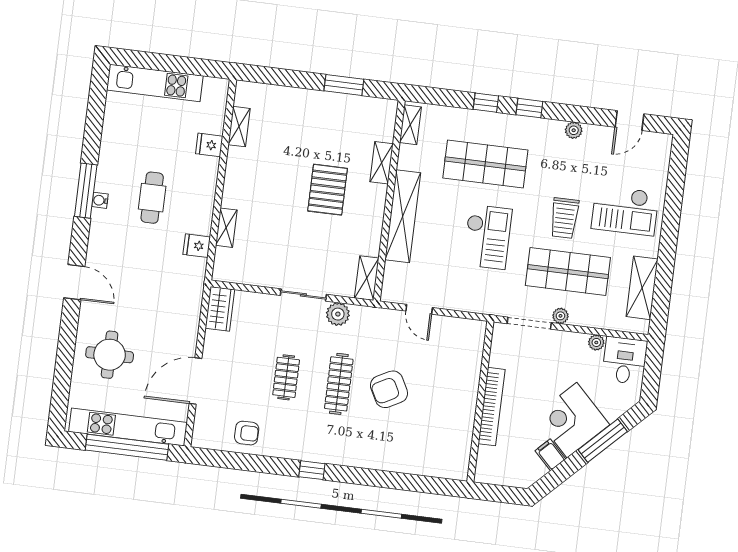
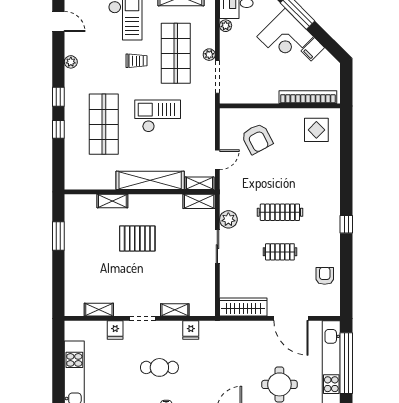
shelving: (410, 125) -> (200, 183), moved
doorway: (220, 183) -> (142, 318), added
trolley: (564, 218) -> (137, 61), width x0.73, depth x0.72
wardrobe: (220, 309) -> (243, 307), width x1.50
armchair: (389, 389) -> (257, 139), moved
bookcase: (492, 407) -> (308, 97), moved
display table: (442, 446) -> (316, 130), added

